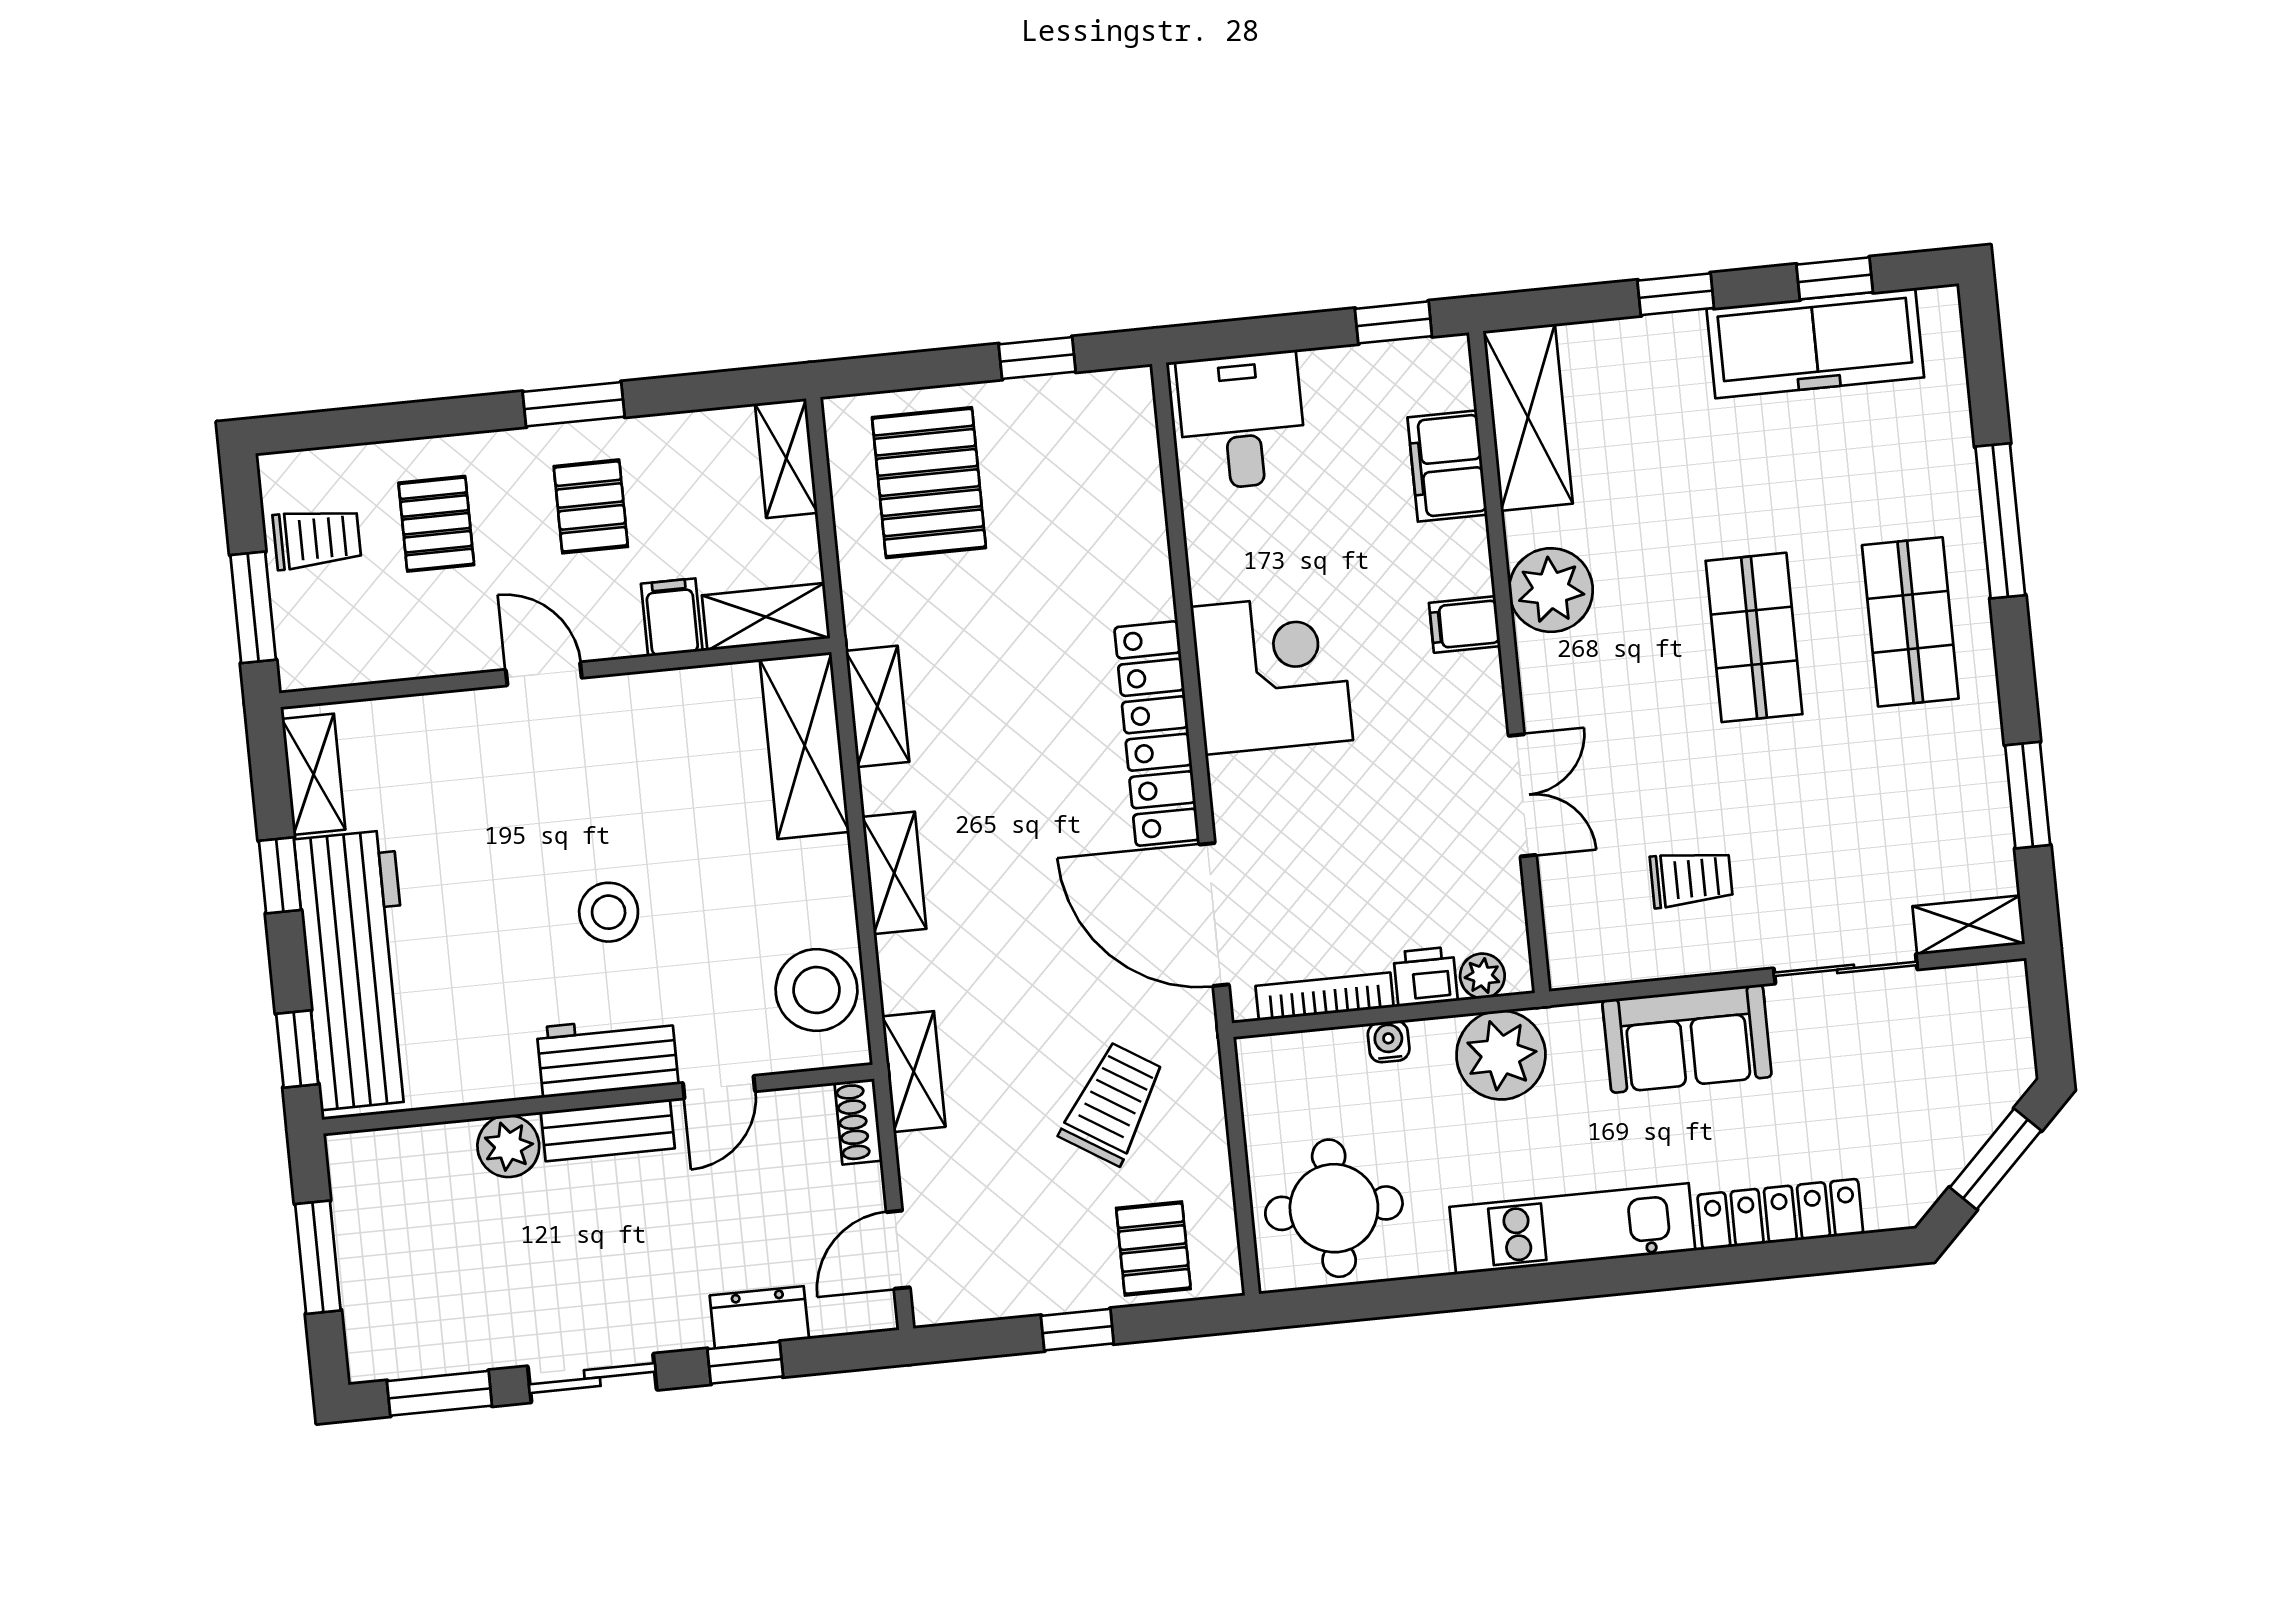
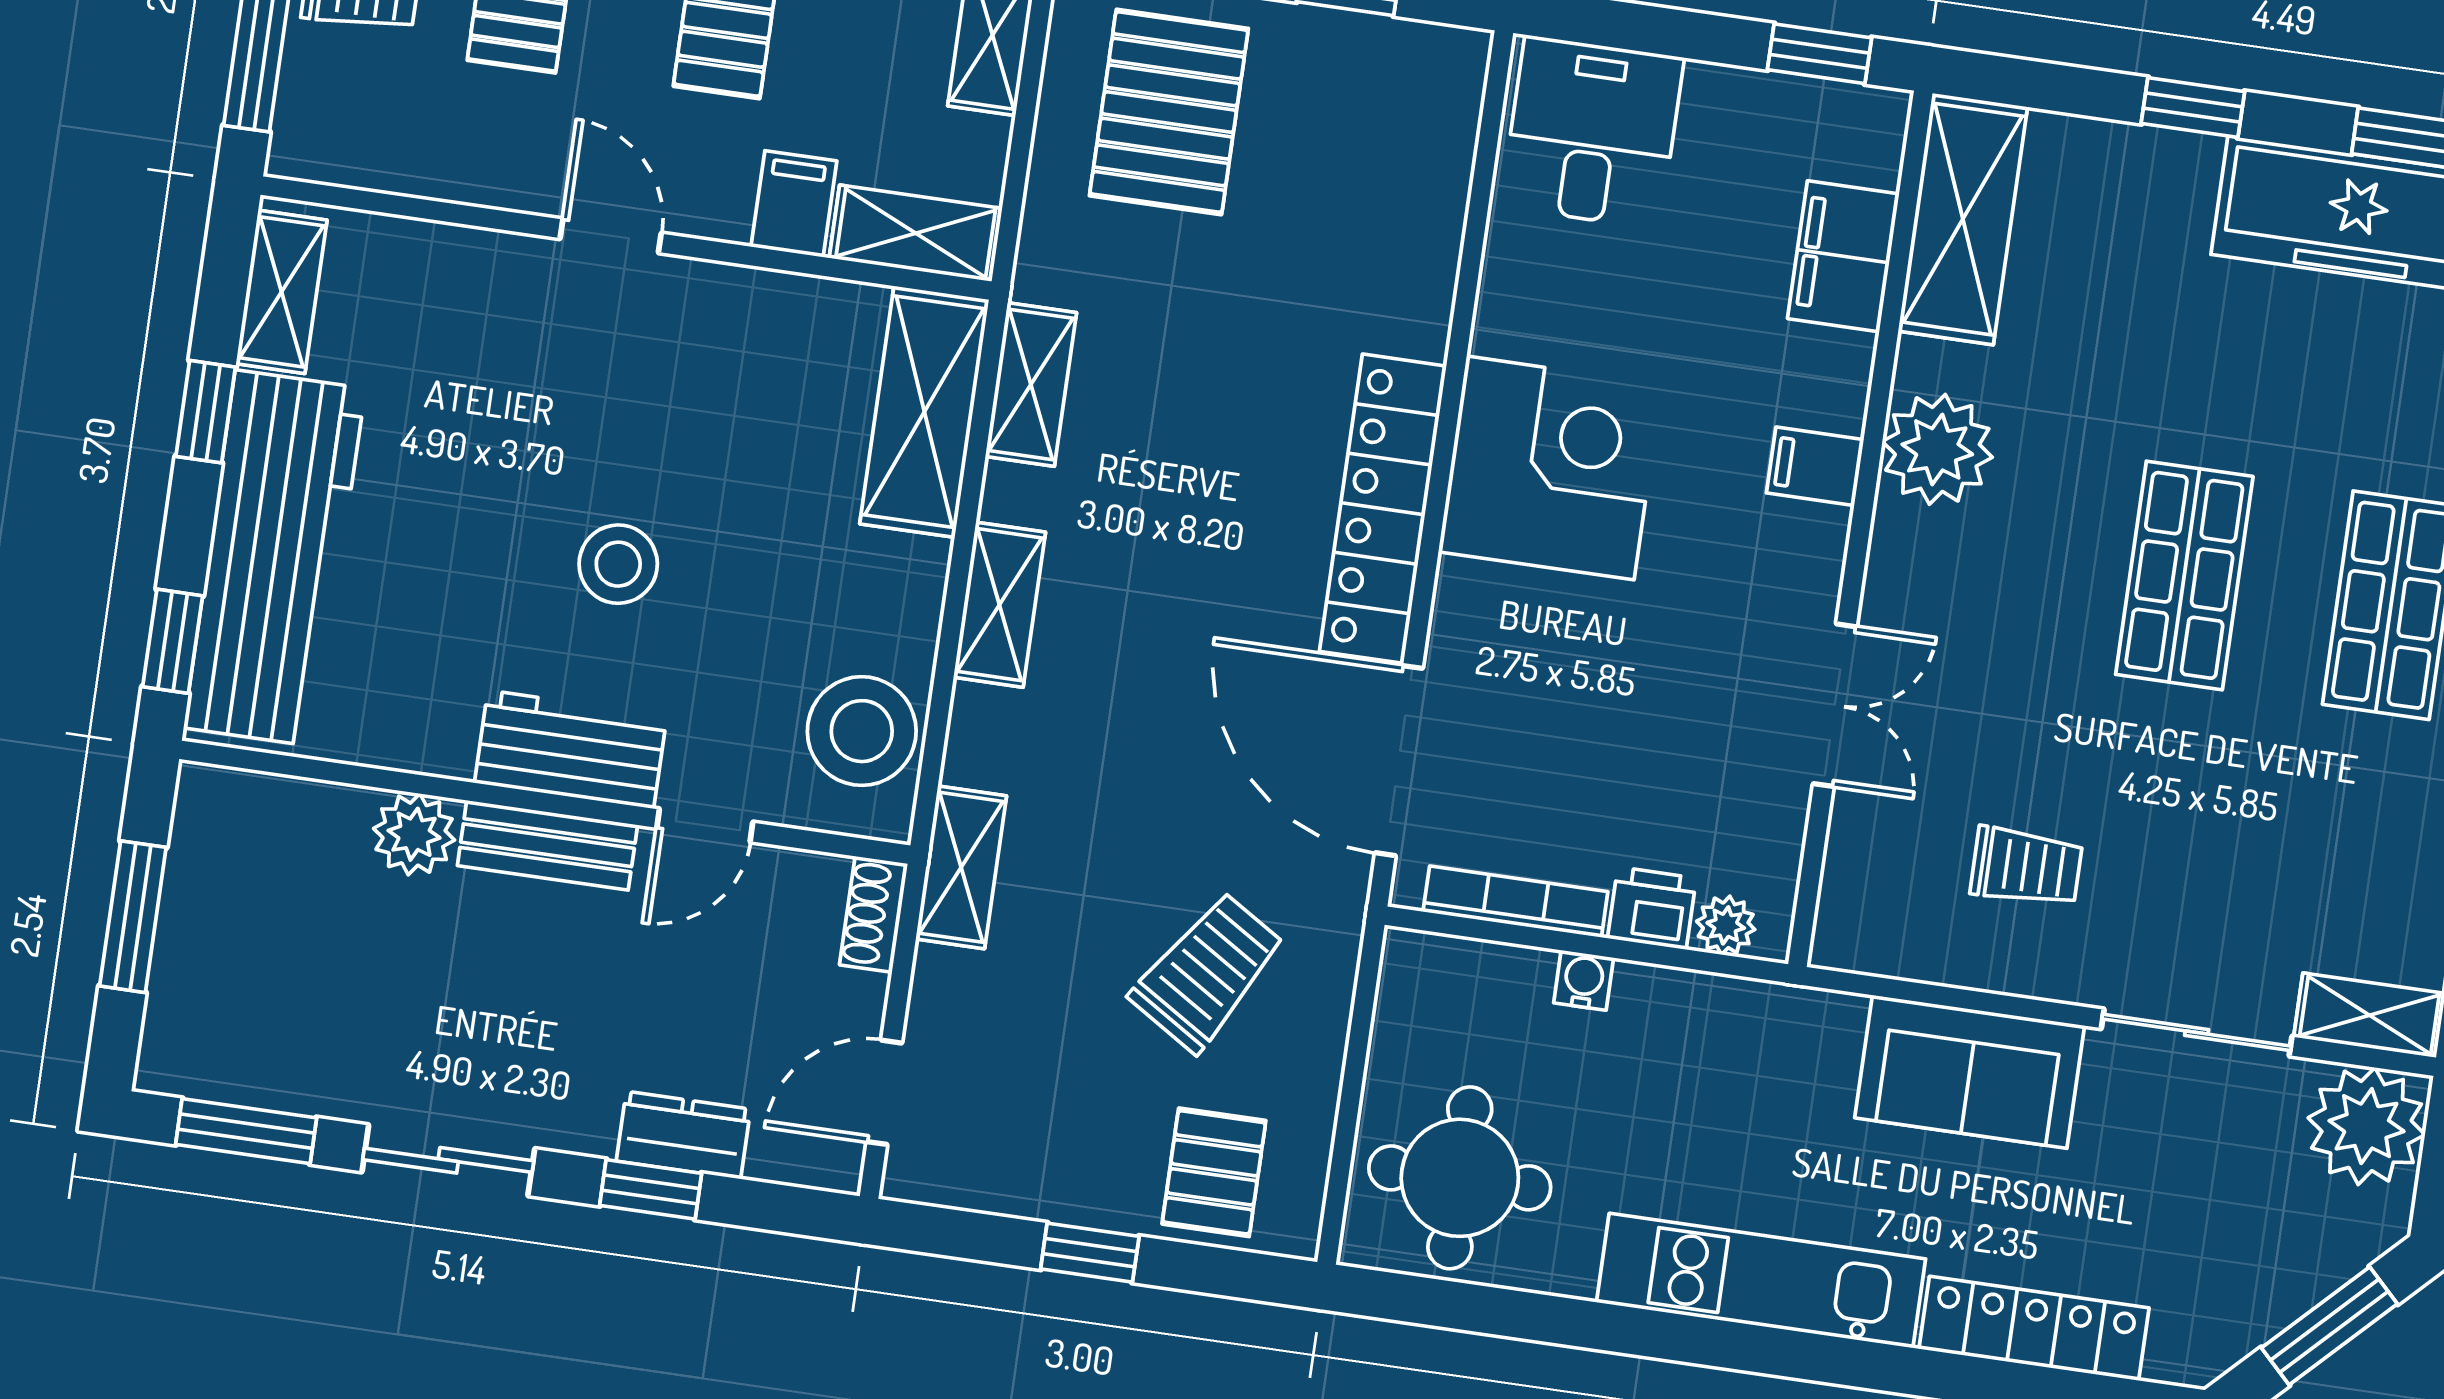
plant: (1501, 1055) -> (2367, 1126), moved

